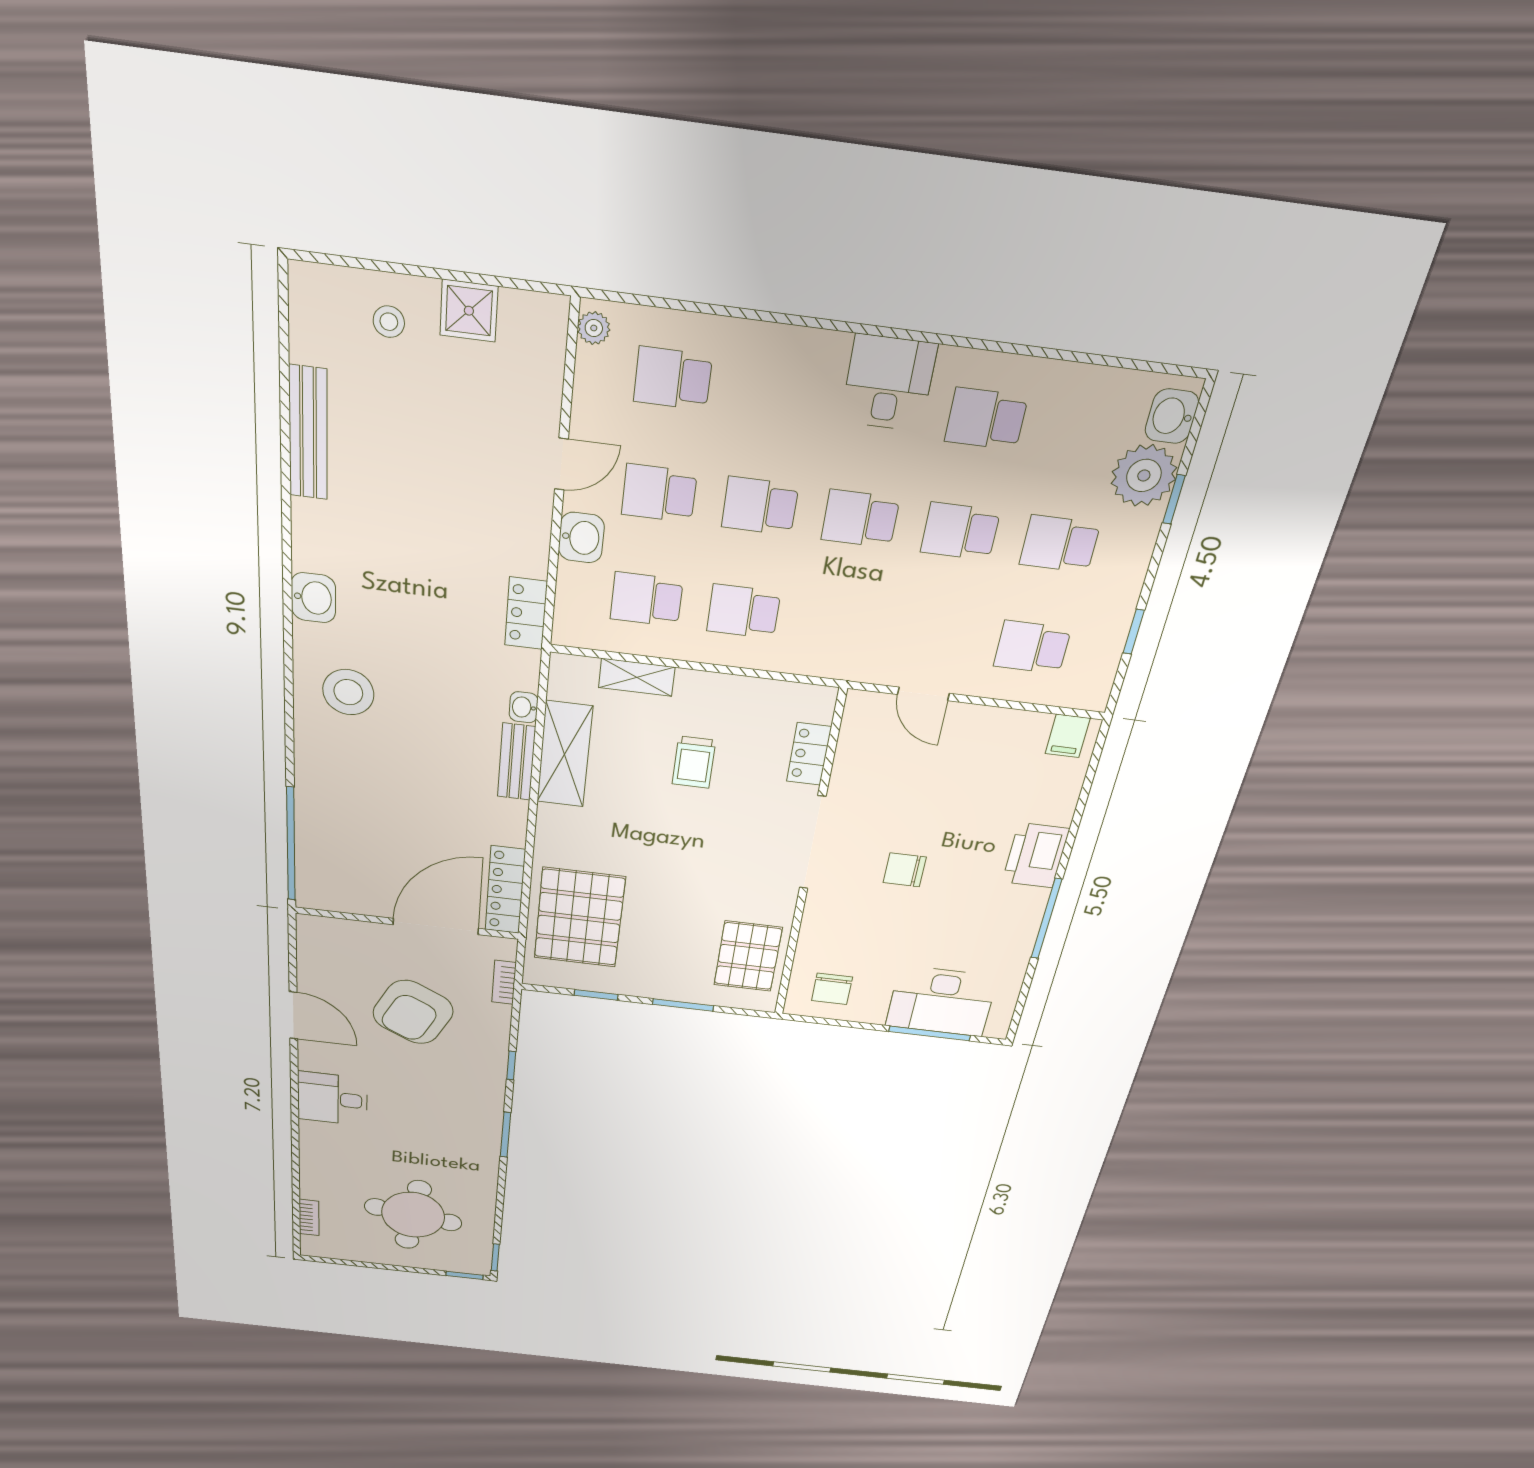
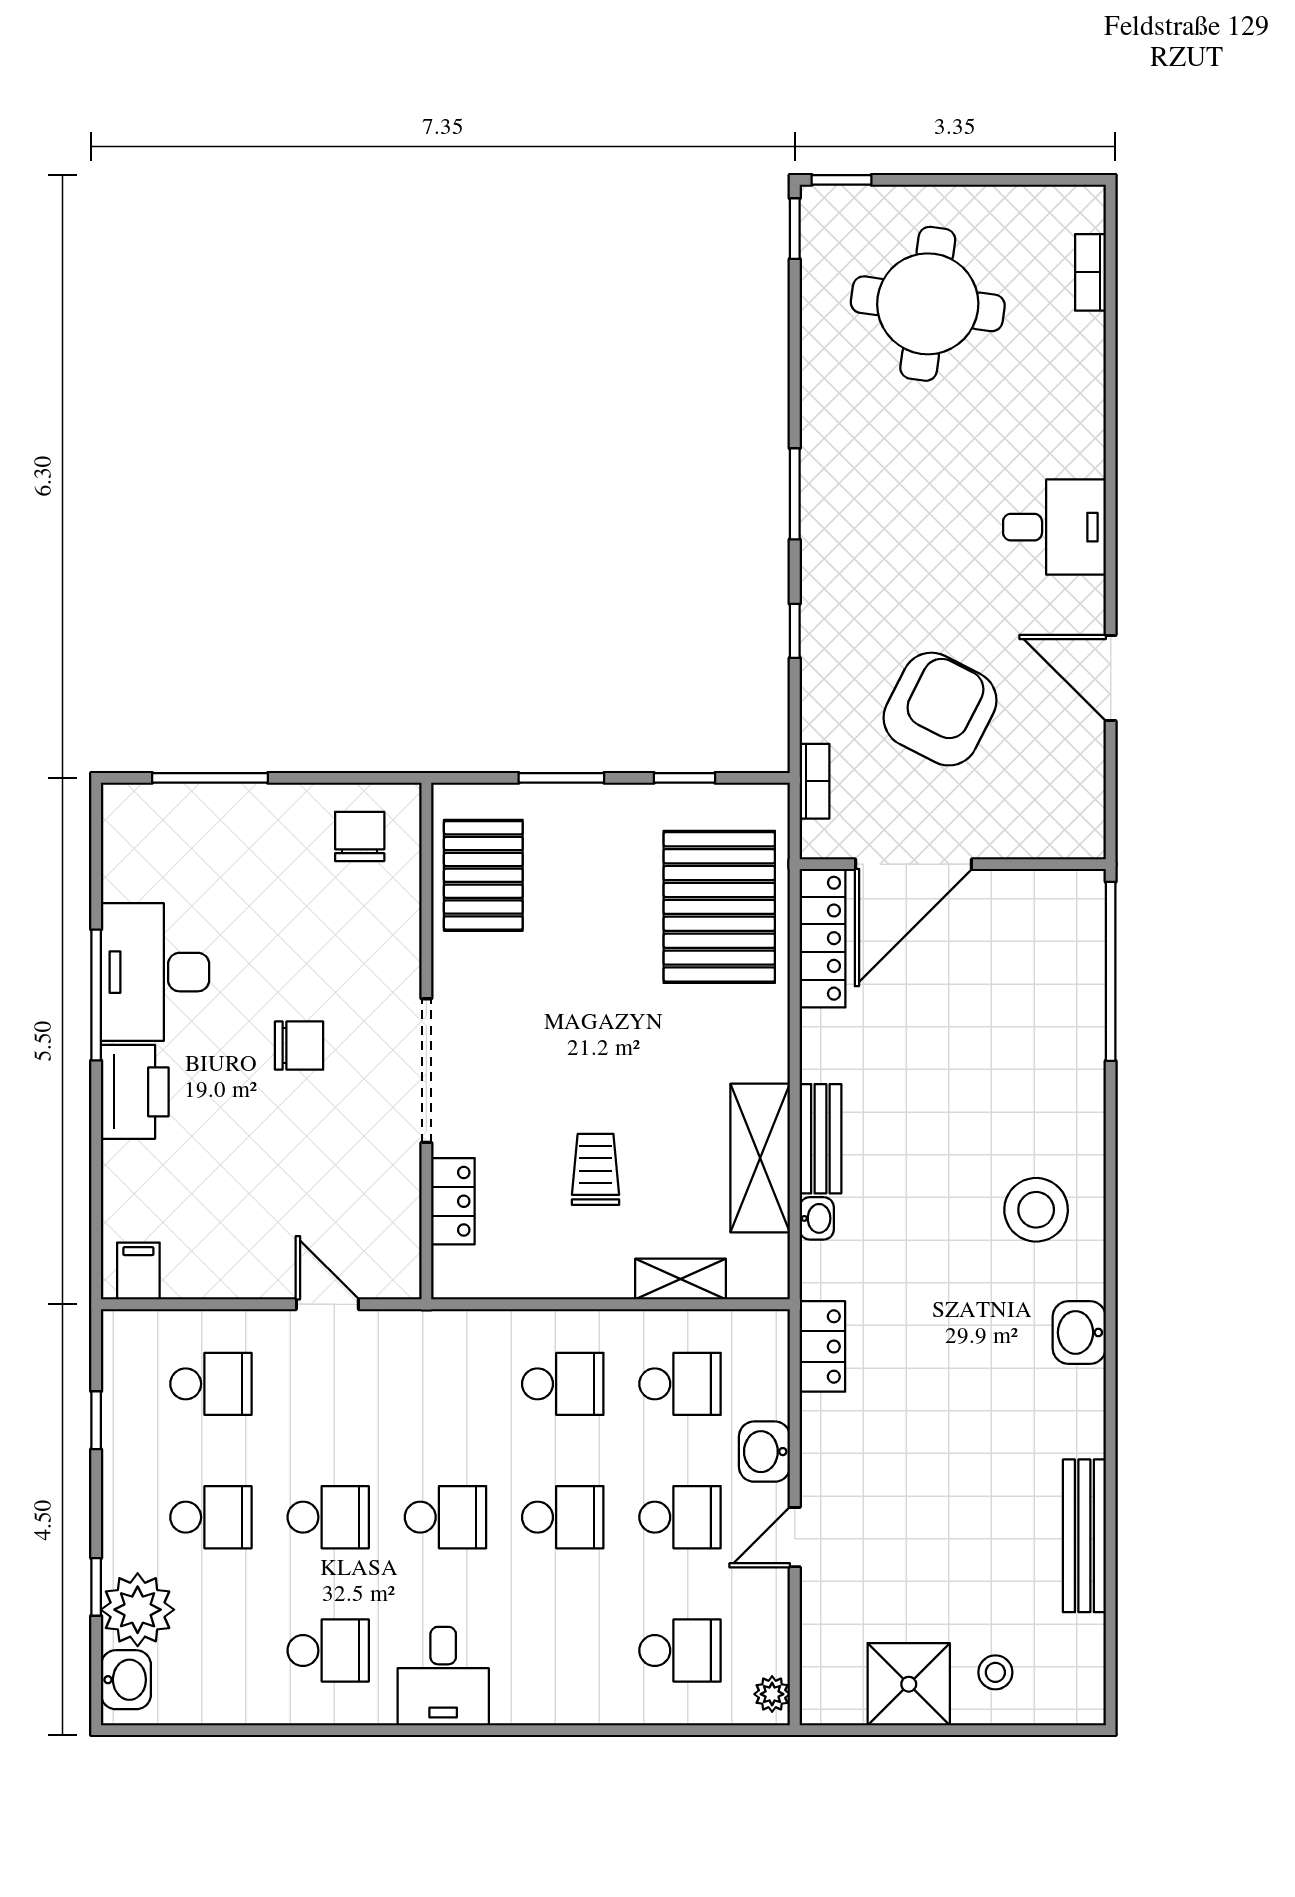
shower: (469, 311) -> (909, 1684), width x1.36, depth x1.36
desk: (941, 1001) -> (155, 972), moved, turned -90

